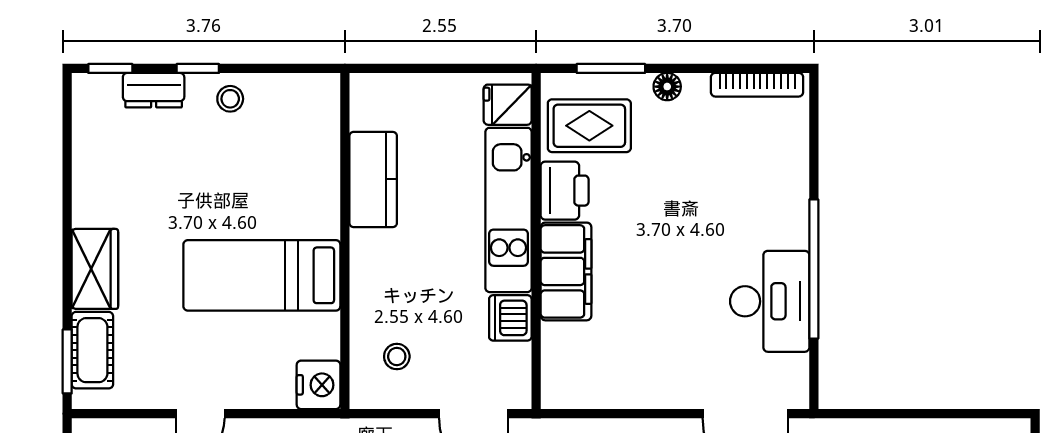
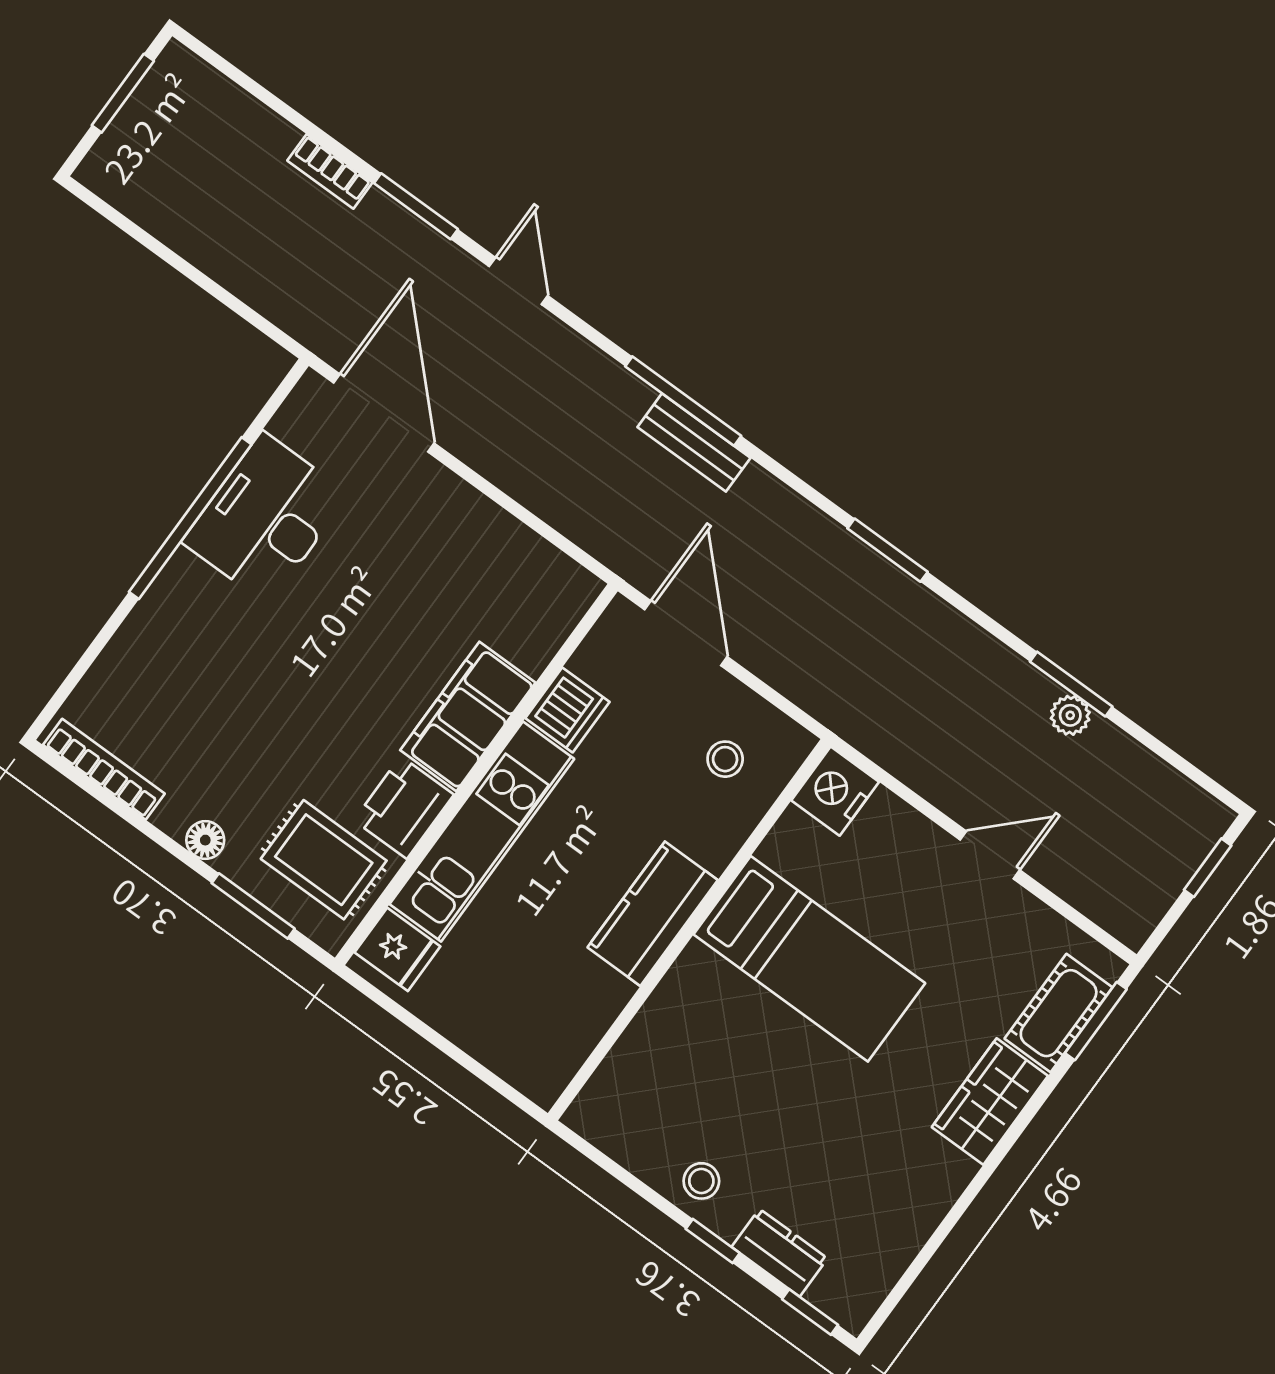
kitchen counter: (373, 179) -> (653, 914), moved

